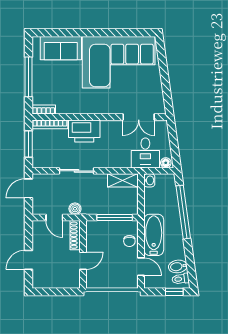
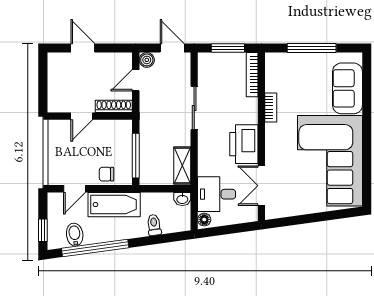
bookcase: (44, 110) -> (271, 108), moved
printer: (84, 131) -> (244, 144), moved
boiler: (75, 209) -> (147, 60), moved
window: (183, 212) -> (95, 248), moved
door: (83, 261) -> (82, 116), hinge flipped
toilet: (181, 279) -> (154, 225), moved

